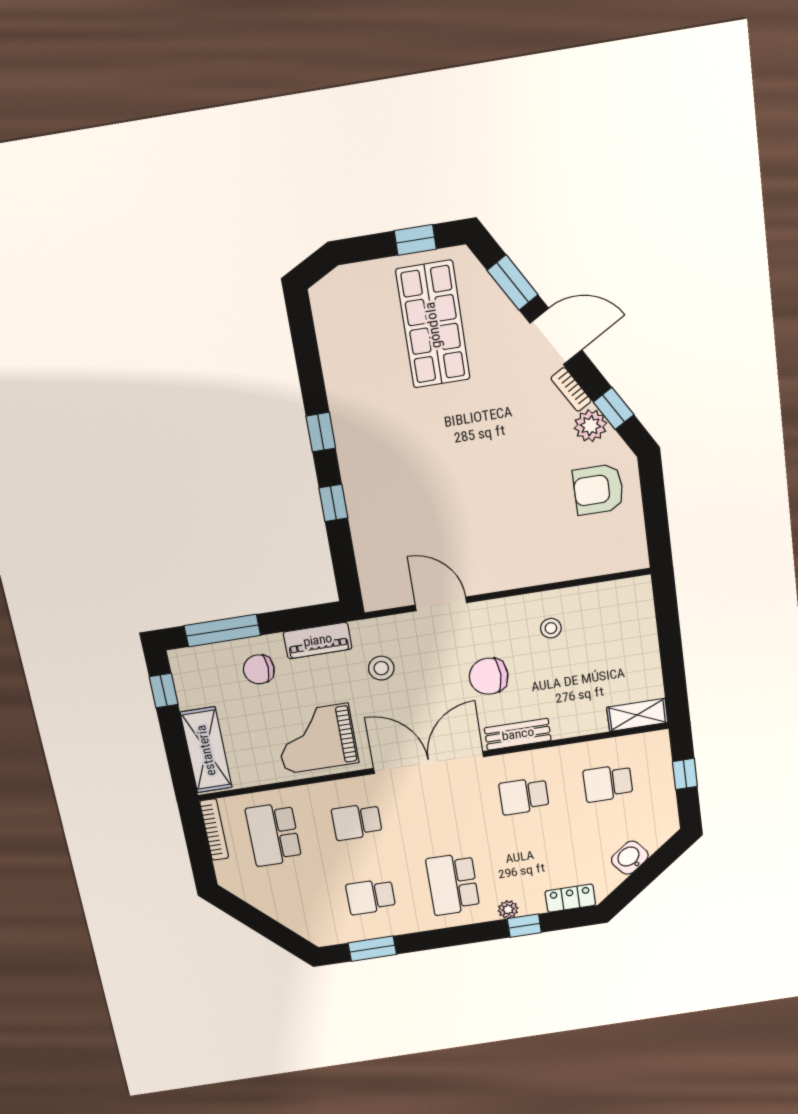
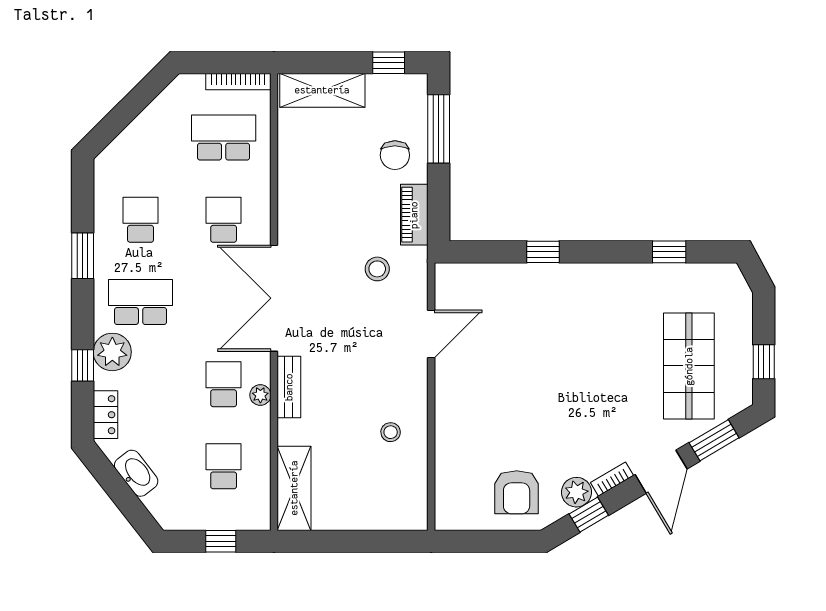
shop shelf: (433, 325) -> (689, 366), turned 90
window: (321, 432) -> (669, 252), moved
armchair: (598, 489) -> (517, 492), turned 180
chair: (259, 669) -> (395, 155), turned 180
chair: (489, 676) -> (352, 368), removed
shelving: (637, 715) -> (294, 488), width x1.50, depth x1.33
grand piano: (316, 739) -> (316, 196), removed
plant: (530, 760) -> (260, 395), added
double door: (429, 763) -> (274, 298), swing flipped
washbasin: (630, 858) -> (136, 473), width x1.38
plant: (508, 909) -> (112, 352), width x1.88, depth x1.88
window: (372, 949) -> (83, 256), moved

